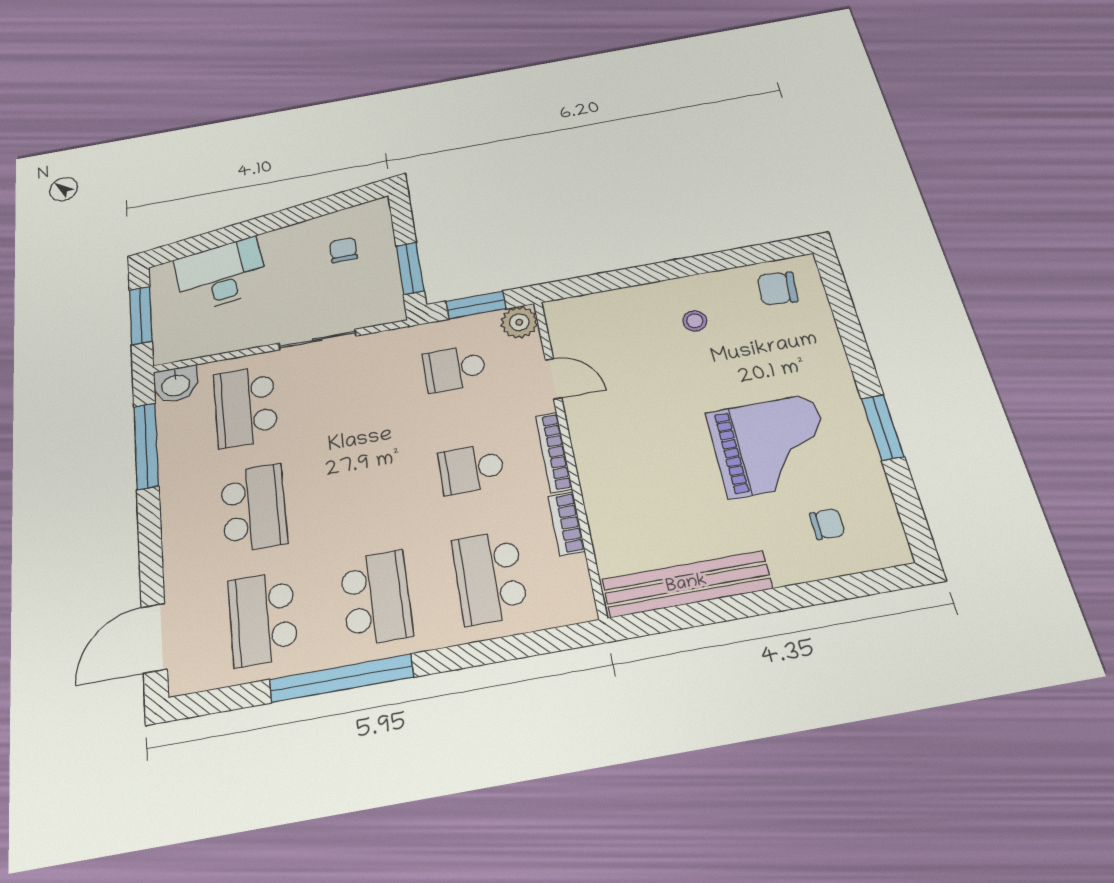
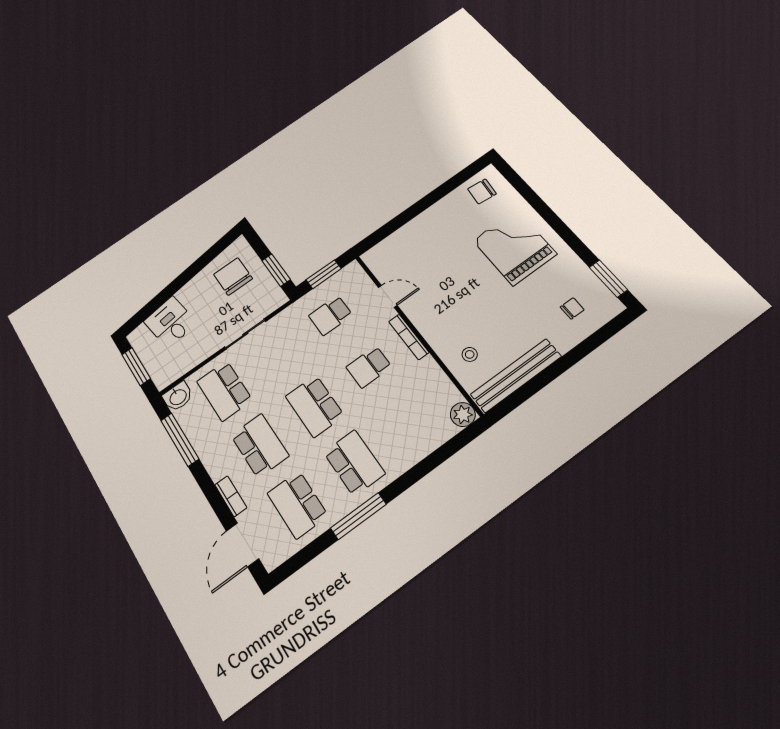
chair: (343, 250) -> (233, 276), width x1.87, depth x1.87
desk: (221, 275) -> (170, 322), width x0.73
stool: (695, 321) -> (470, 354), moved
plant: (519, 322) -> (463, 415), moved
window: (883, 427) -> (608, 279), moved
grand piano: (771, 446) -> (514, 247), moved, turned -90
bookcase: (566, 523) -> (231, 496), moved, turned 180
school desk: (490, 577) -> (315, 406), moved
window: (341, 678) -> (358, 516), width x0.68

